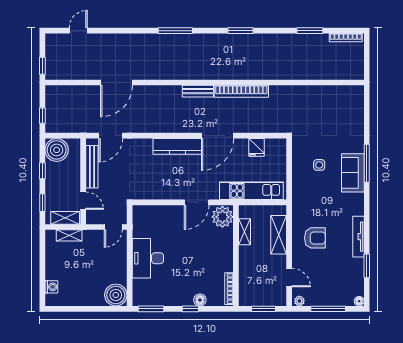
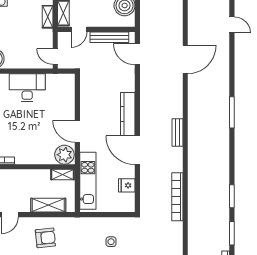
window: (241, 31) -> (232, 196), moved
door: (117, 83) -> (185, 59), swing flipped
bookcase: (241, 91) -> (177, 197), moved
shelving: (244, 232) -> (62, 174), moved
armchair: (315, 238) -> (45, 238), turned -96

